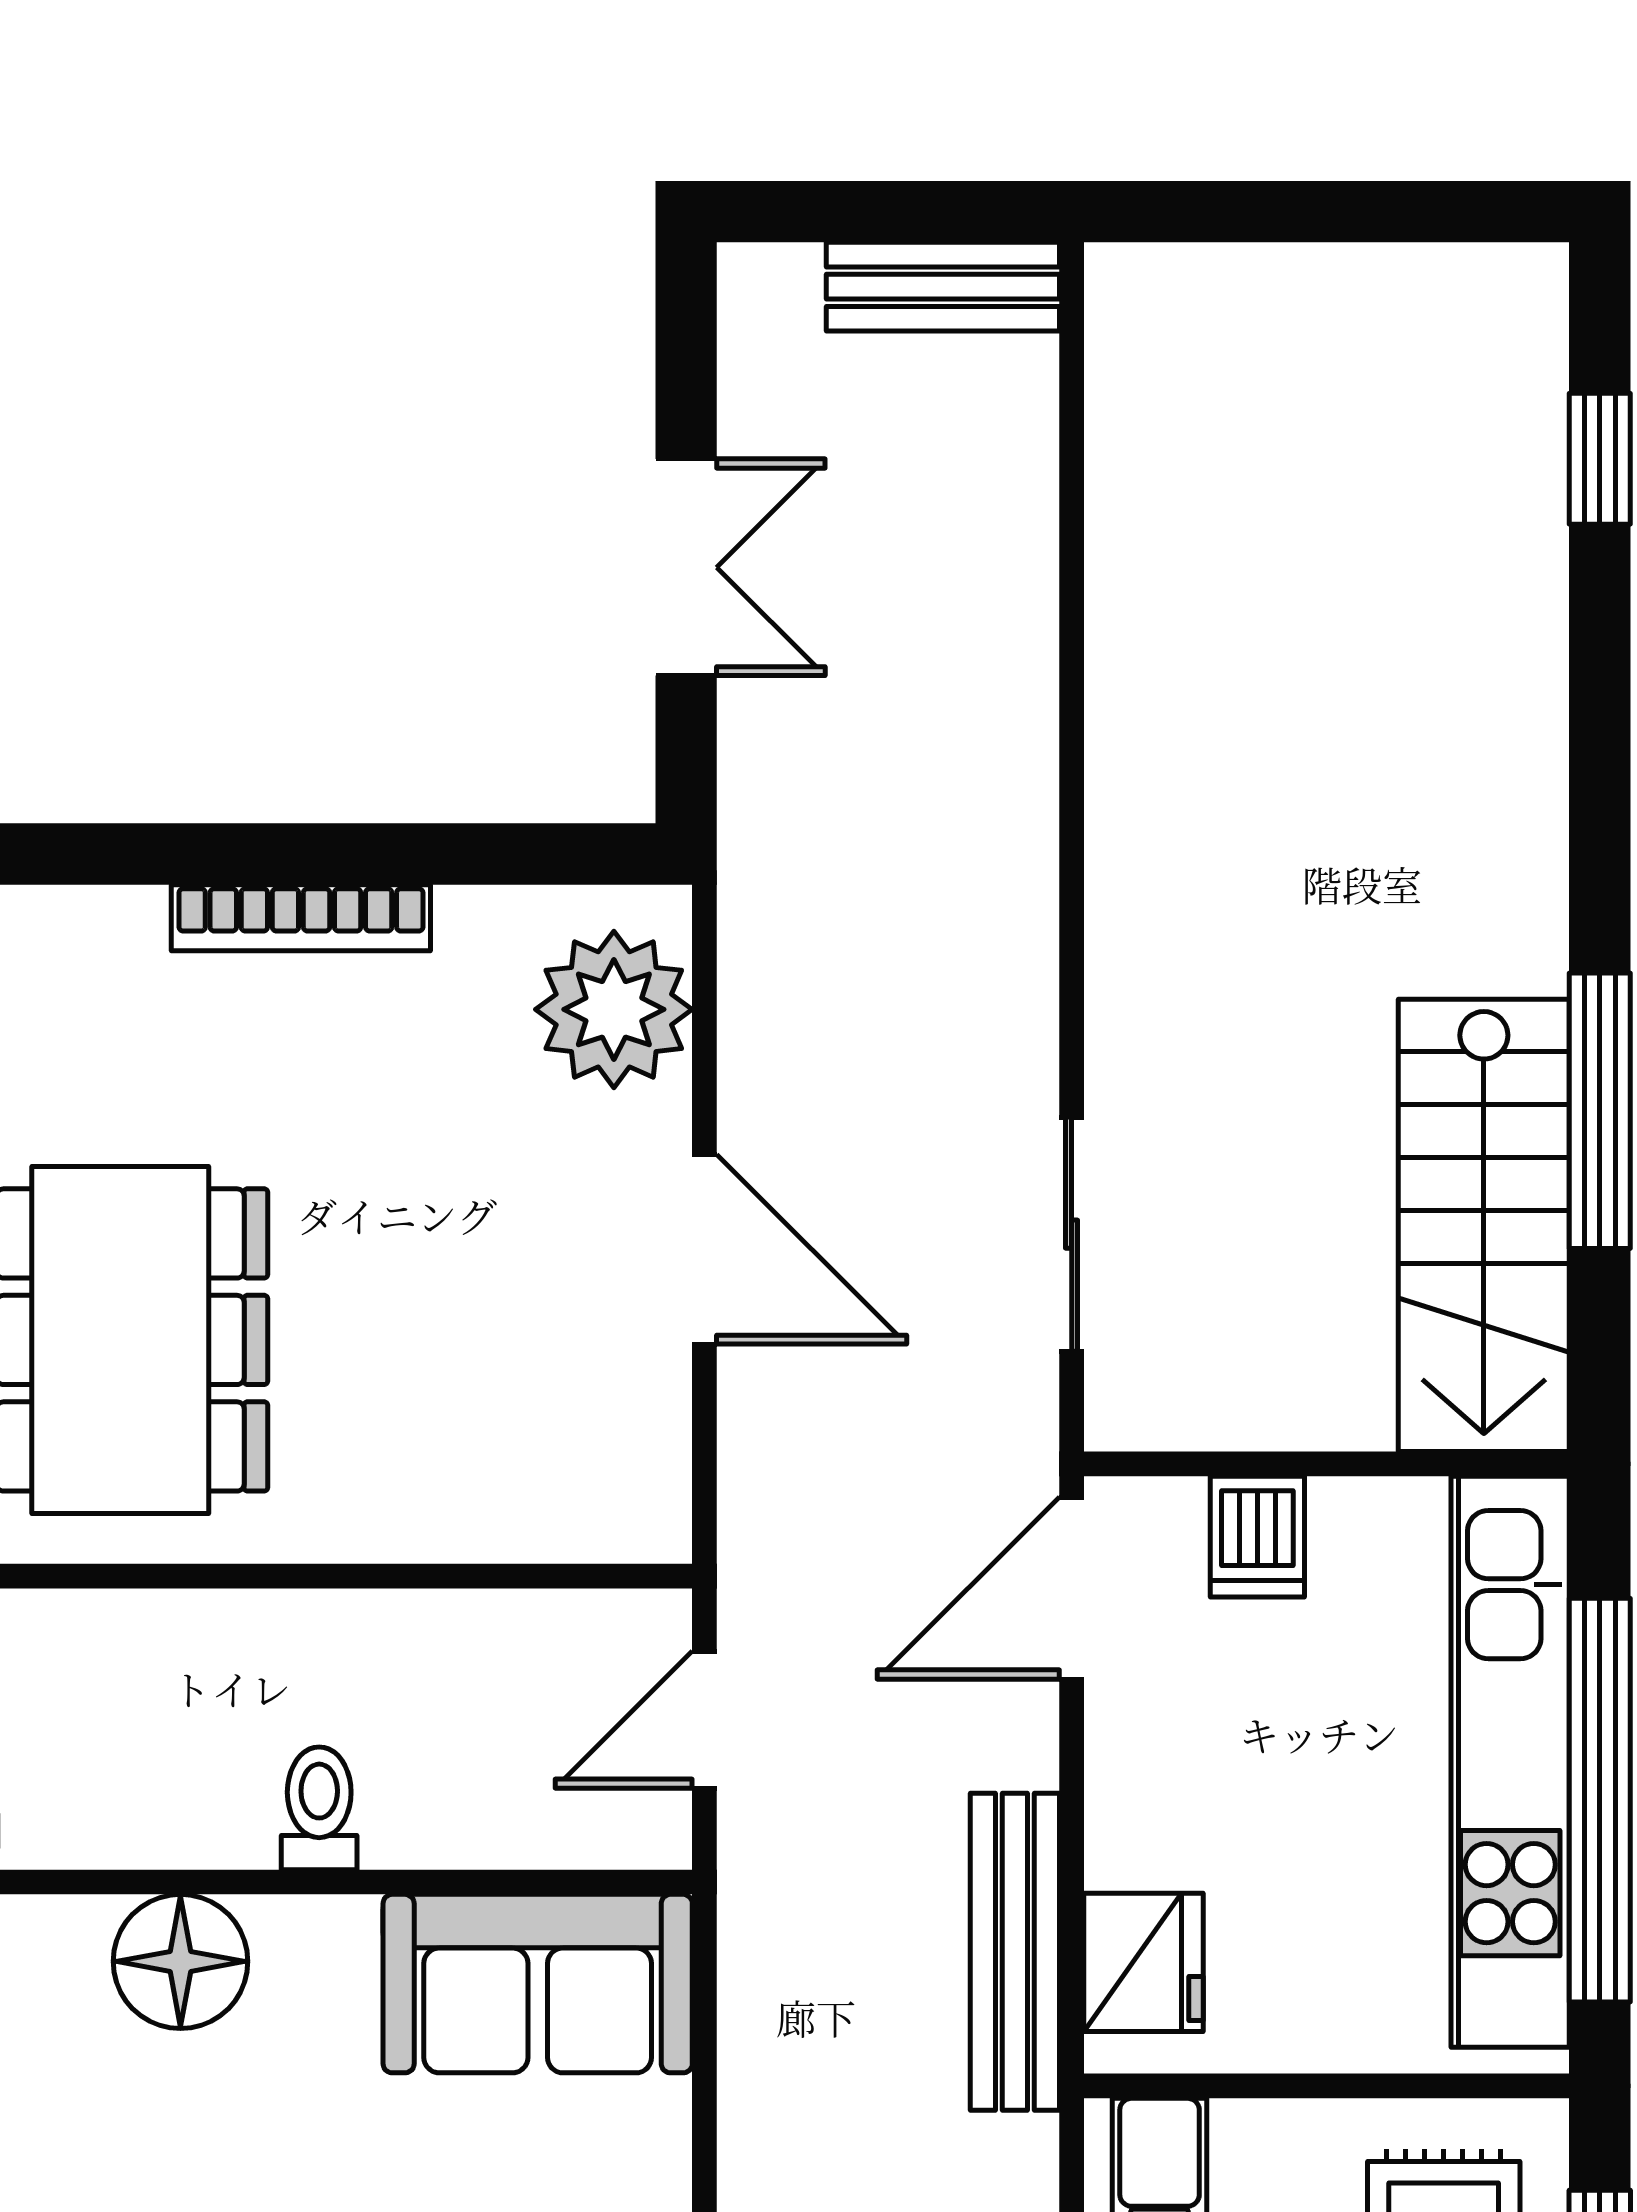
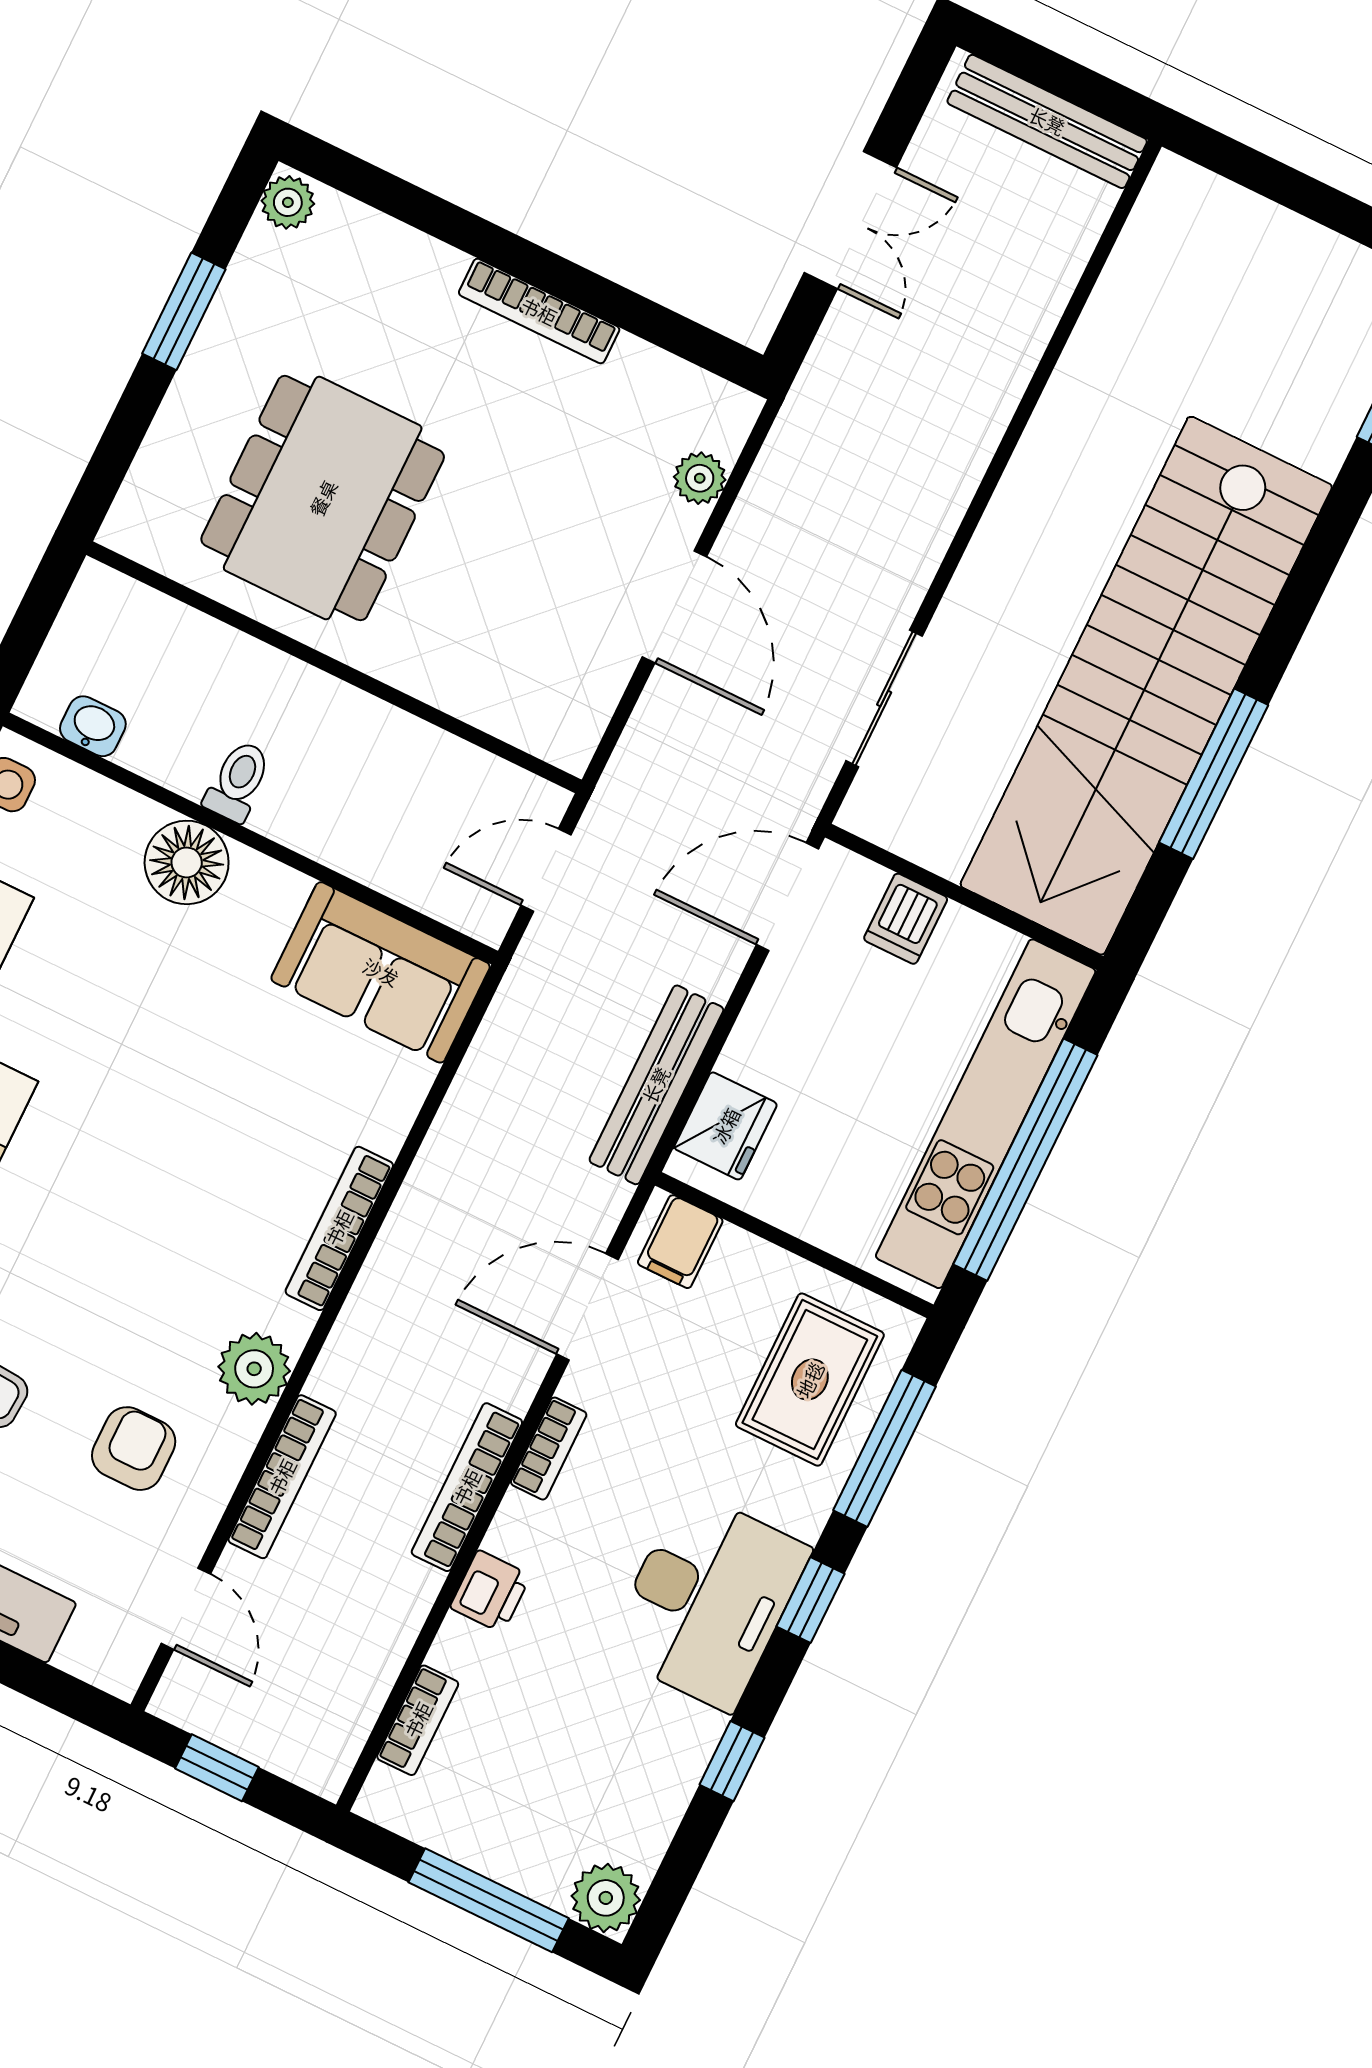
bench: (943, 287) -> (1047, 121), width x1.36
plant: (614, 1009) -> (700, 478), width x0.53, depth x0.53
stairs: (1484, 1225) -> (1146, 686), width x1.86, depth x1.51
toilet: (319, 1808) -> (238, 781), moved

